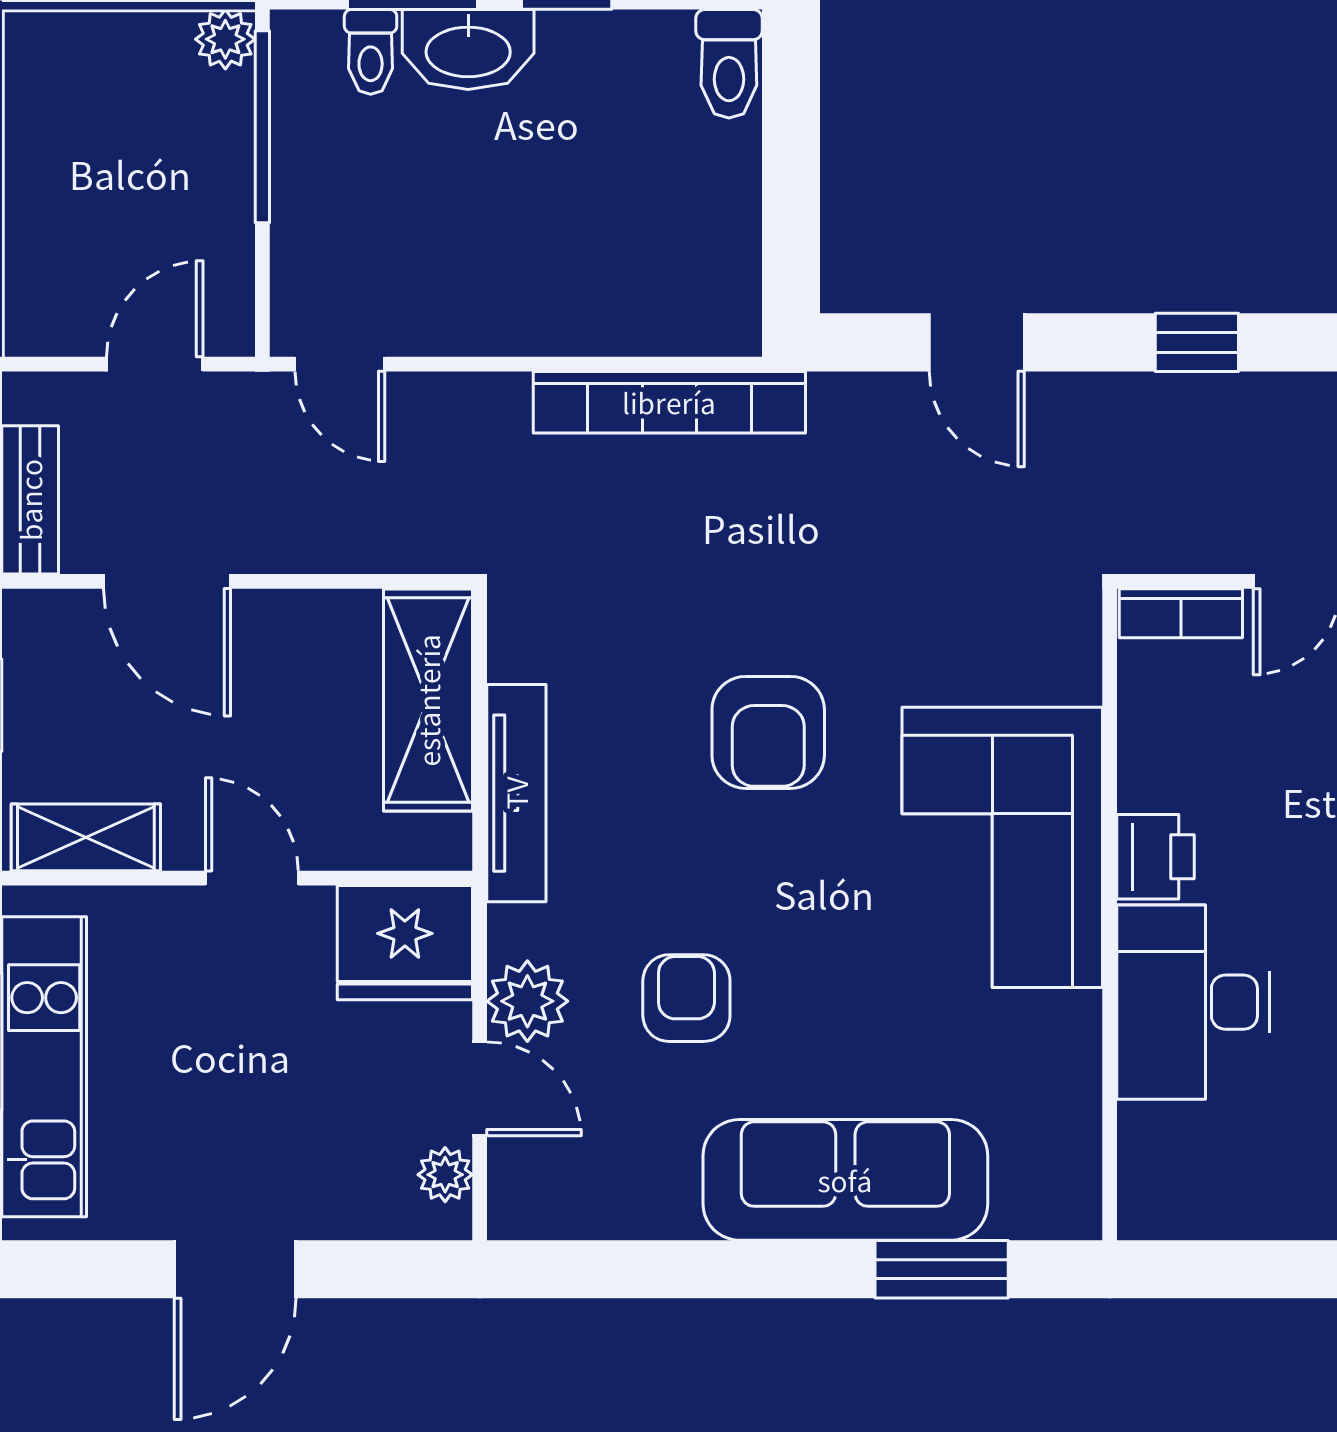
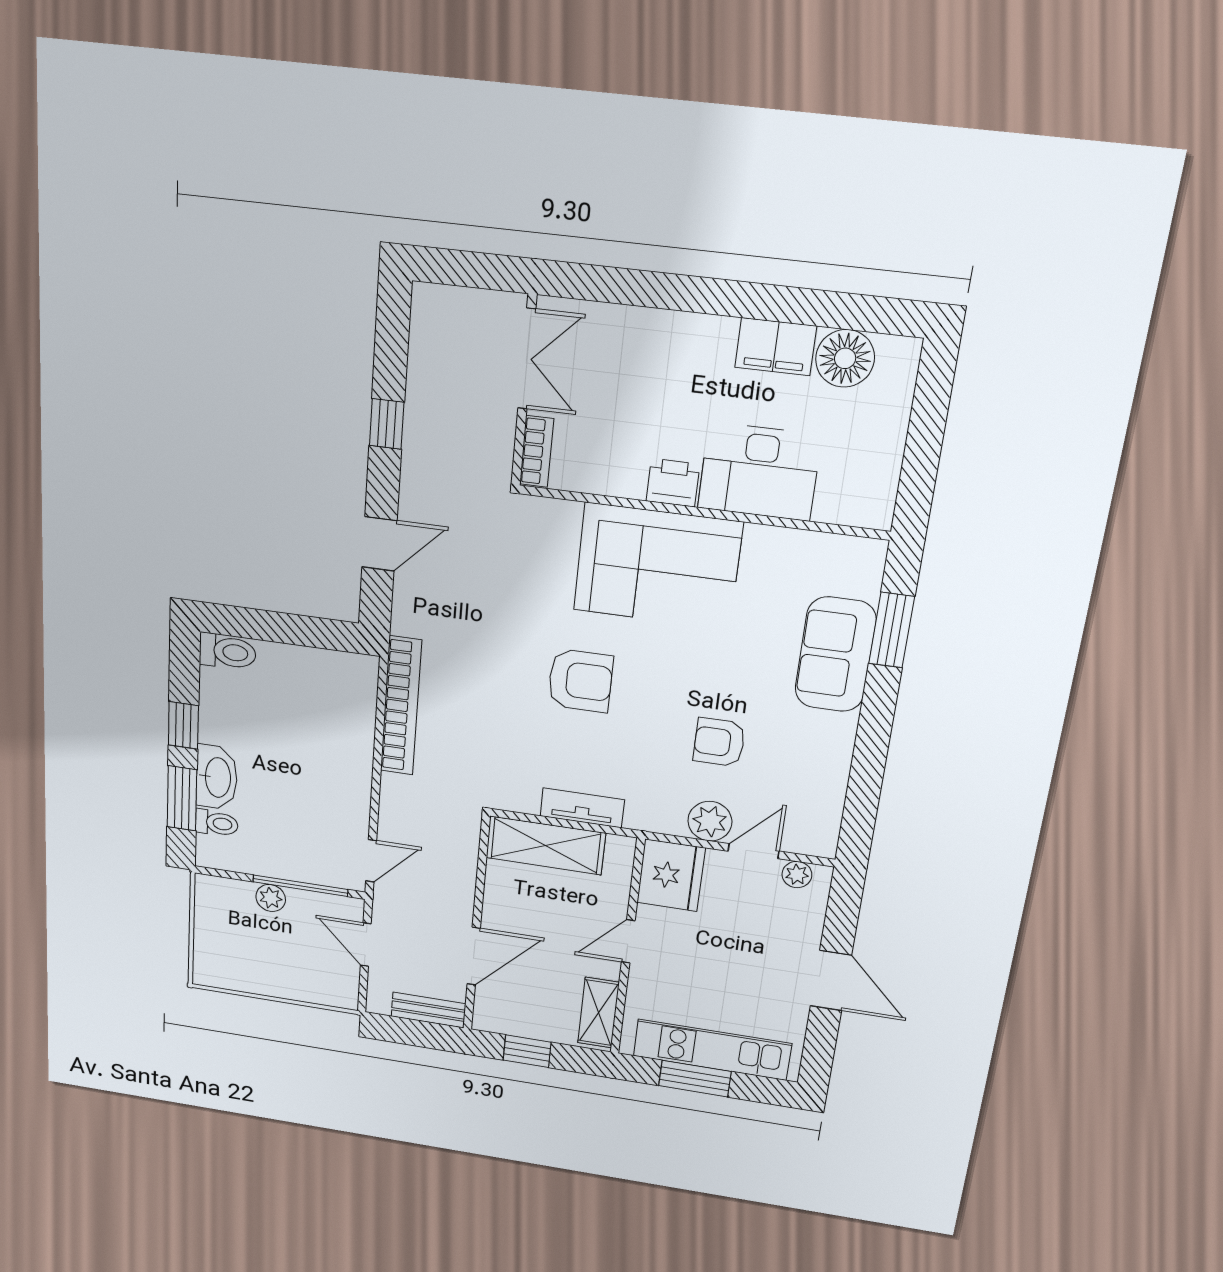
plant: (225, 39) -> (271, 898), moved
window: (262, 127) -> (300, 886), moved
tv unit: (516, 793) -> (582, 808), width x0.71
sofa: (845, 1180) -> (835, 655), width x0.73

